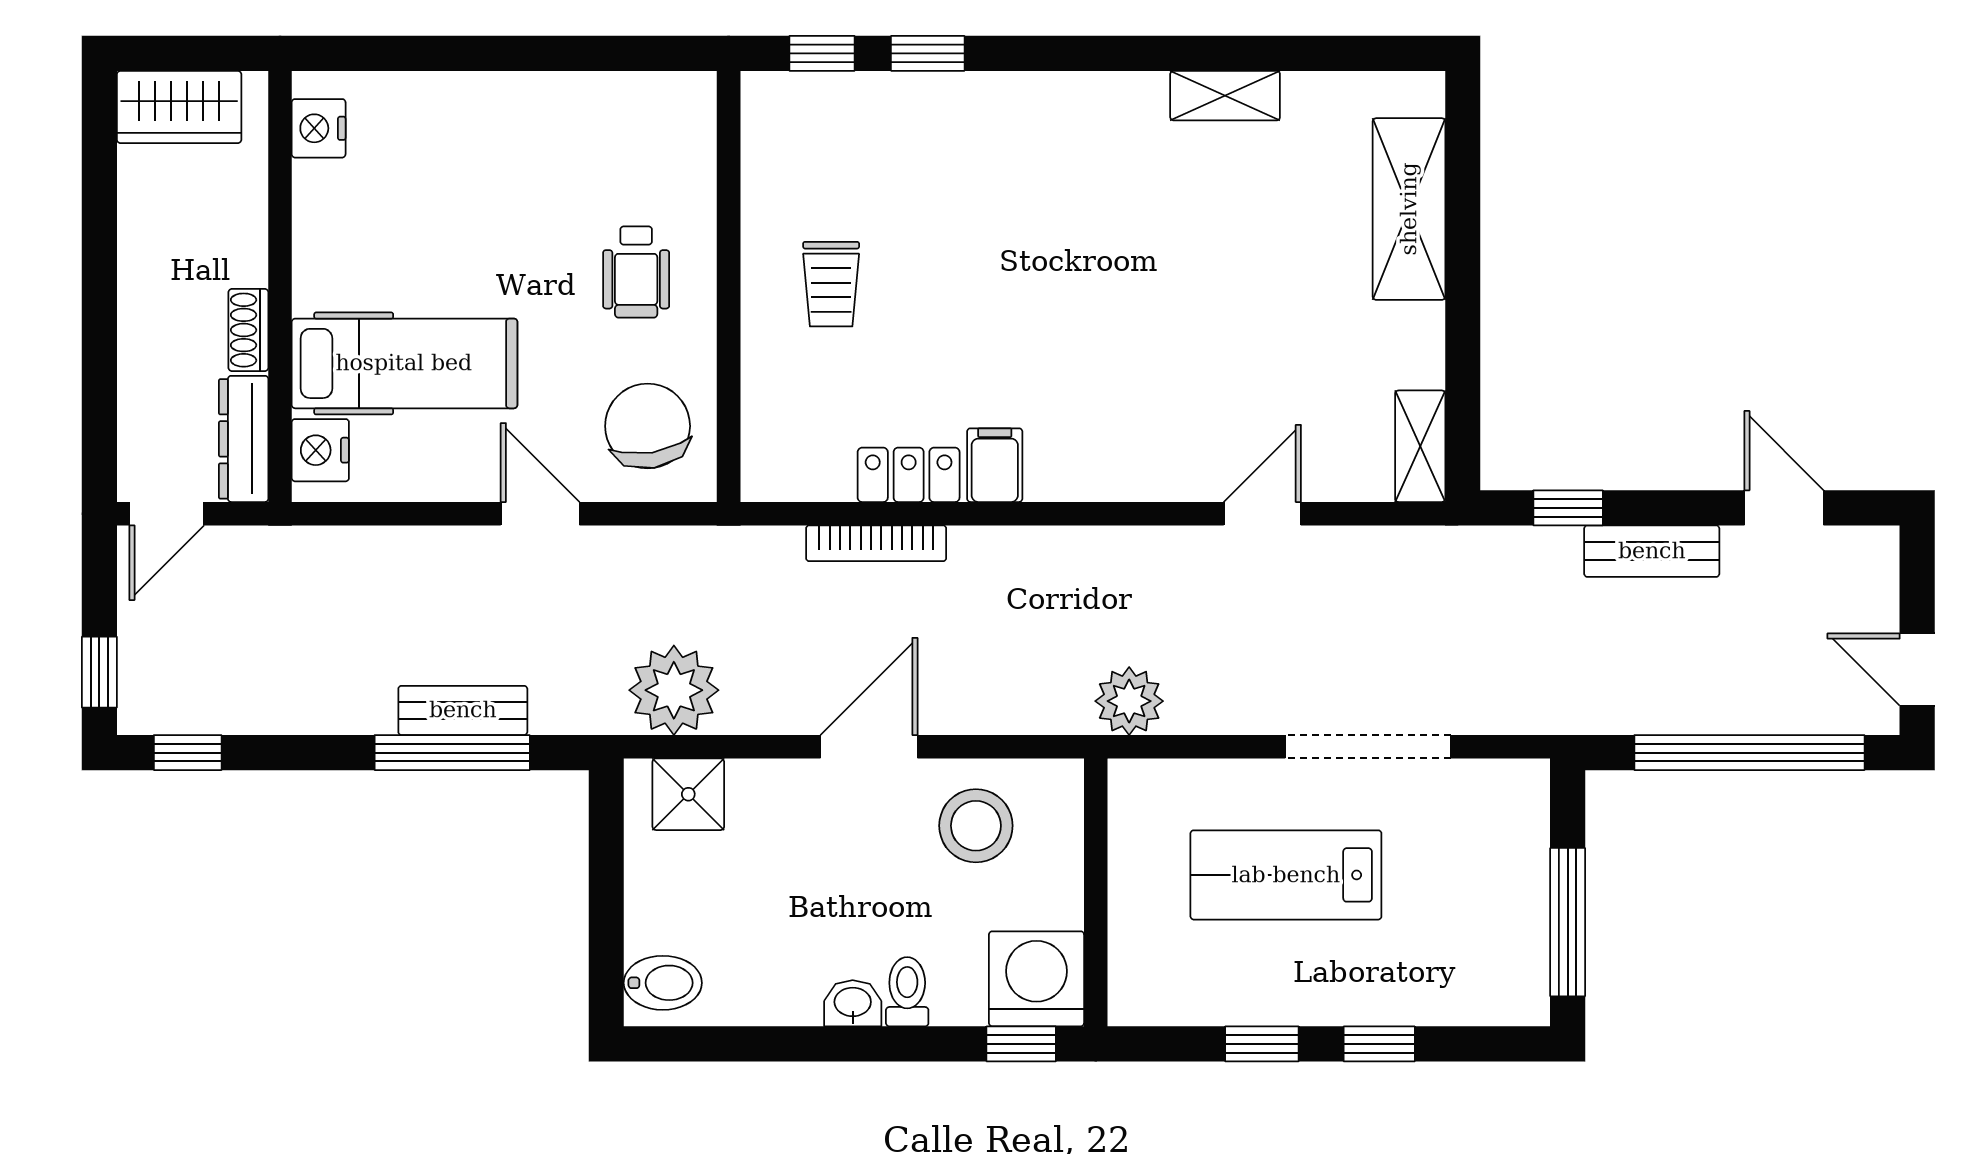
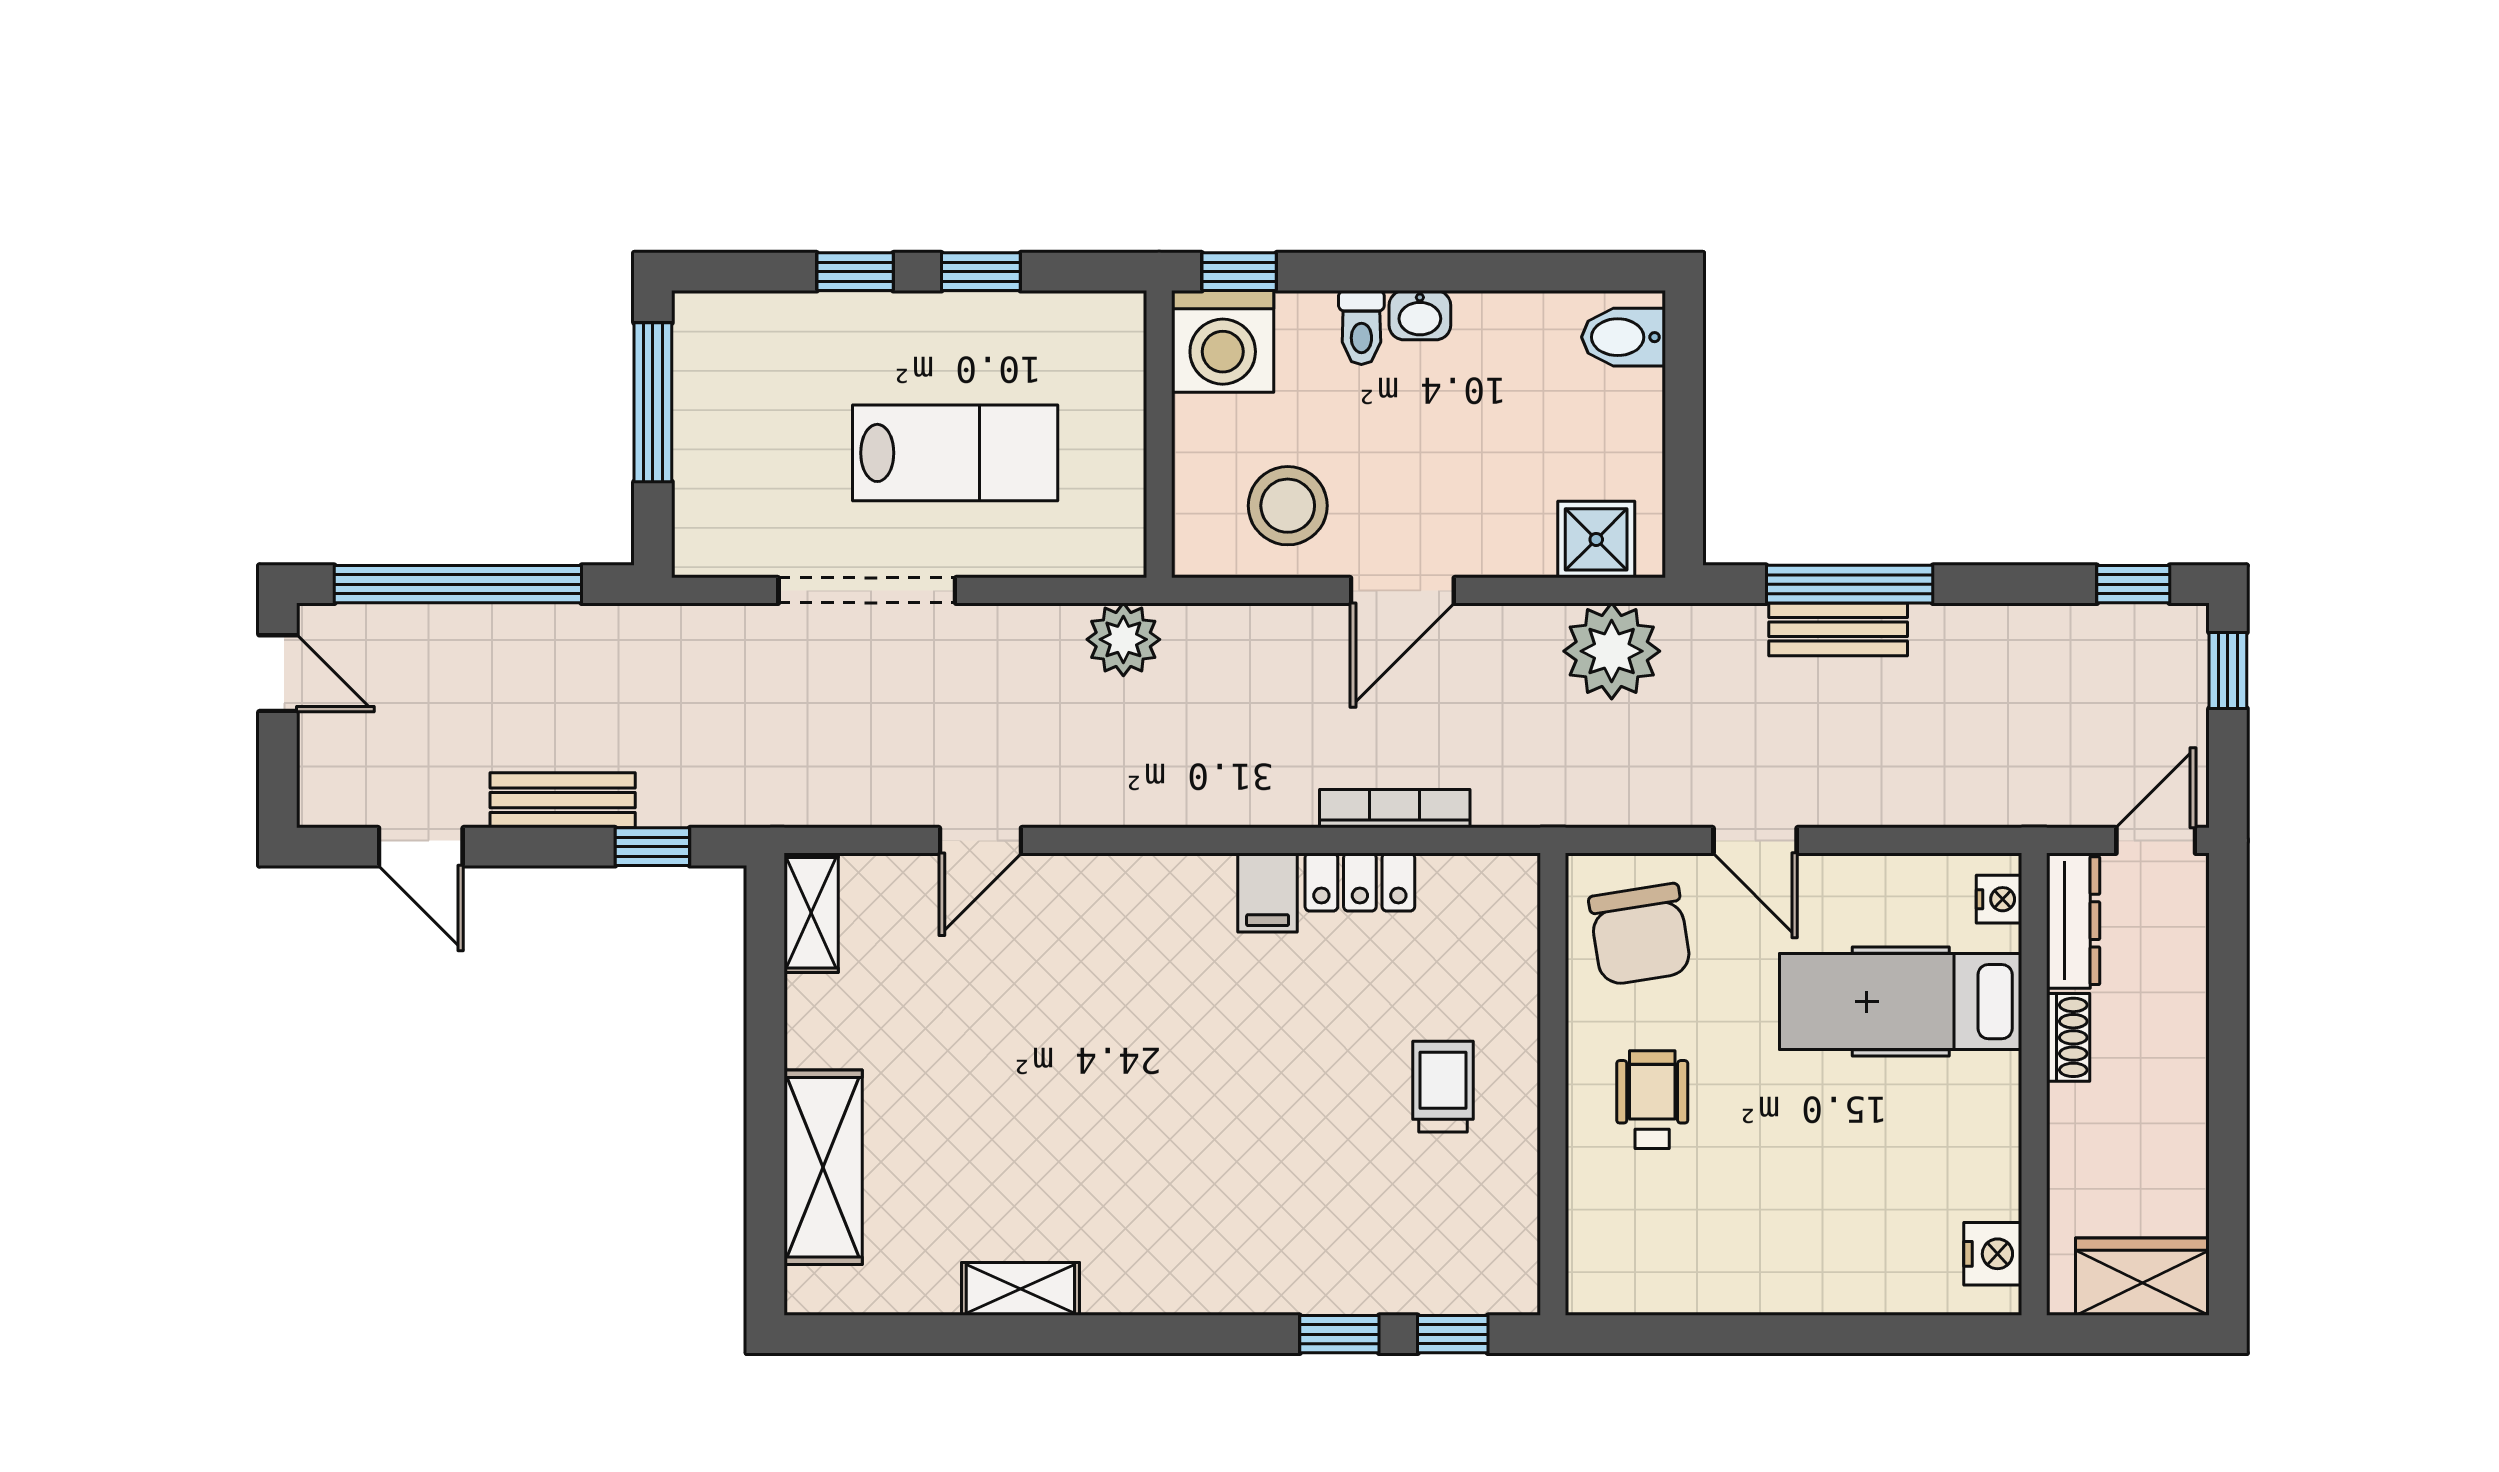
nightstand: (320, 450) -> (1999, 899), width x0.72, depth x0.74

